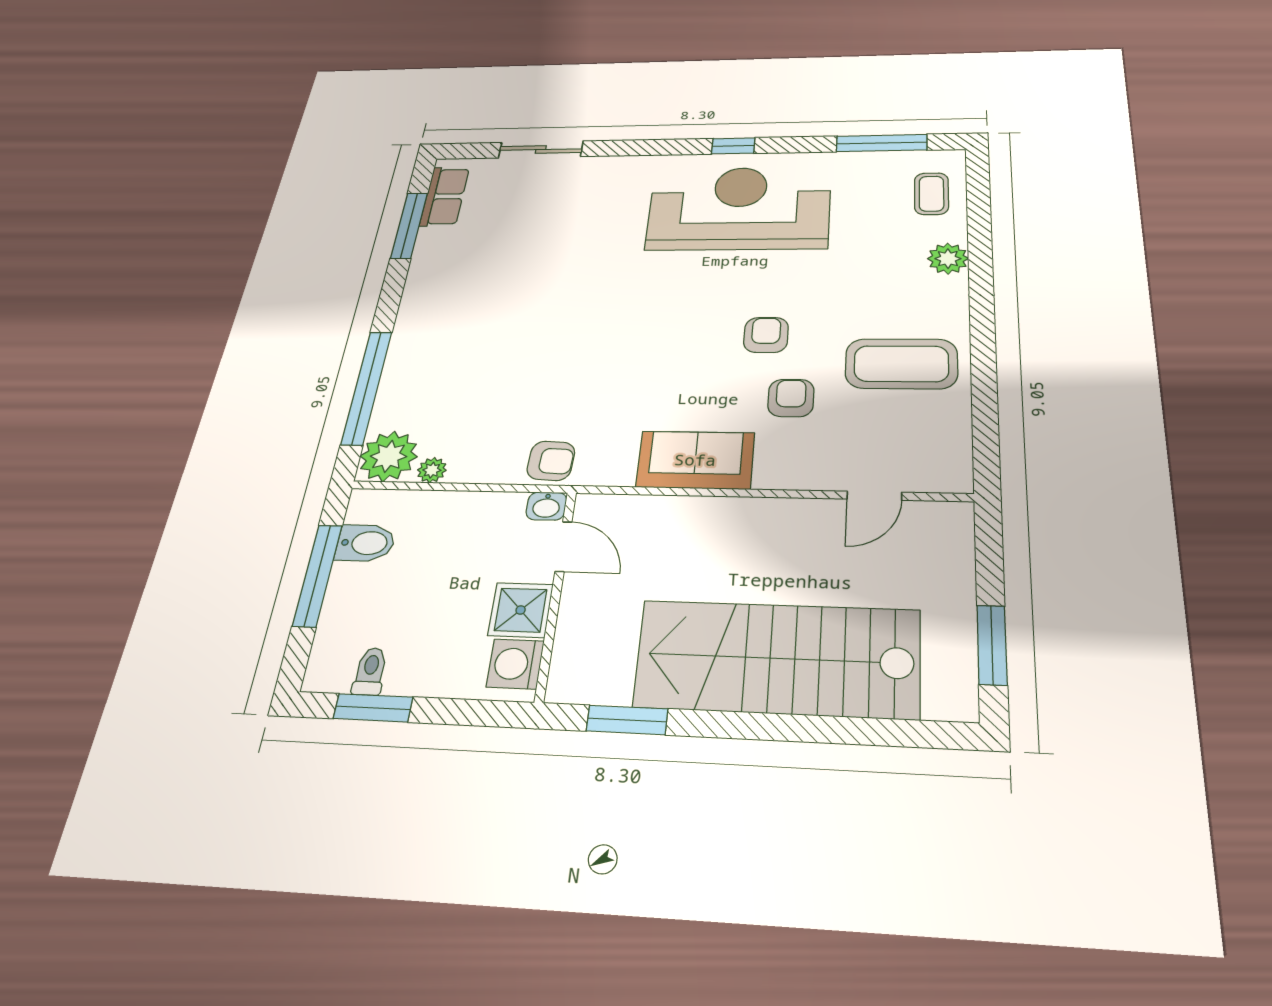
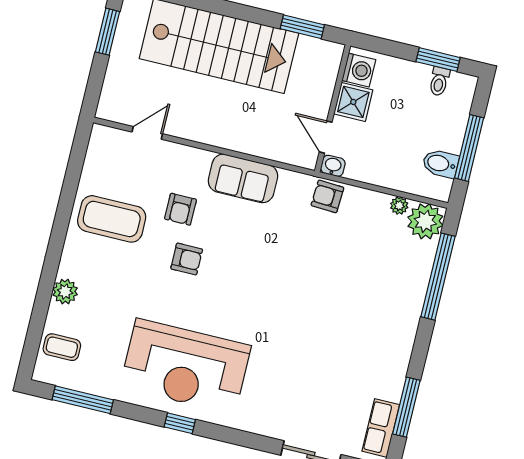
coffee table: (931, 194) -> (62, 347), turned 90
armchair: (766, 335) -> (187, 259), turned -90

